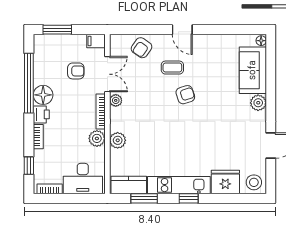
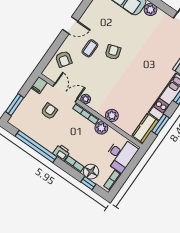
floor lamp: (43, 95) -> (91, 172), moved

